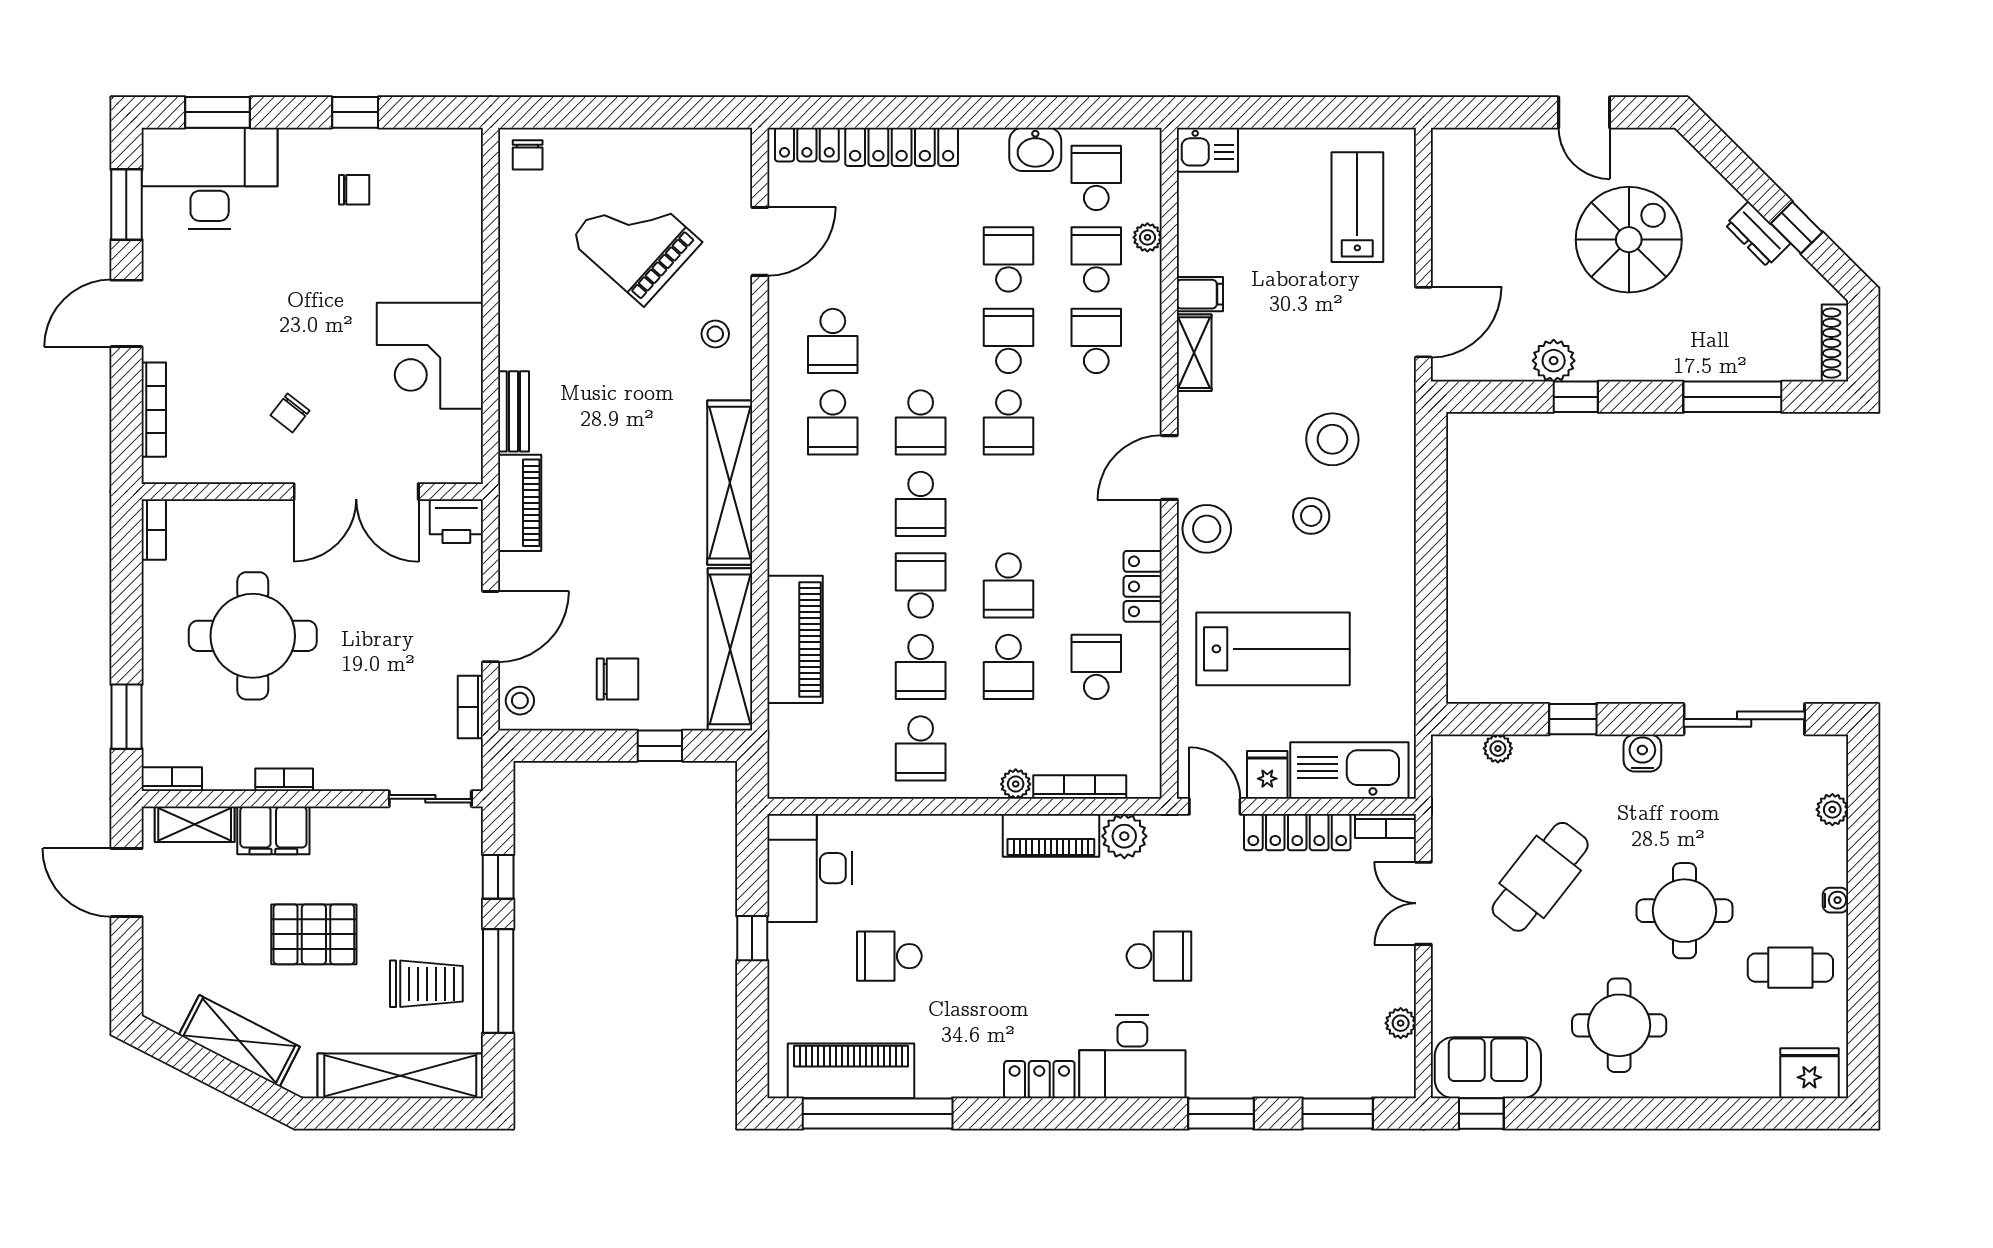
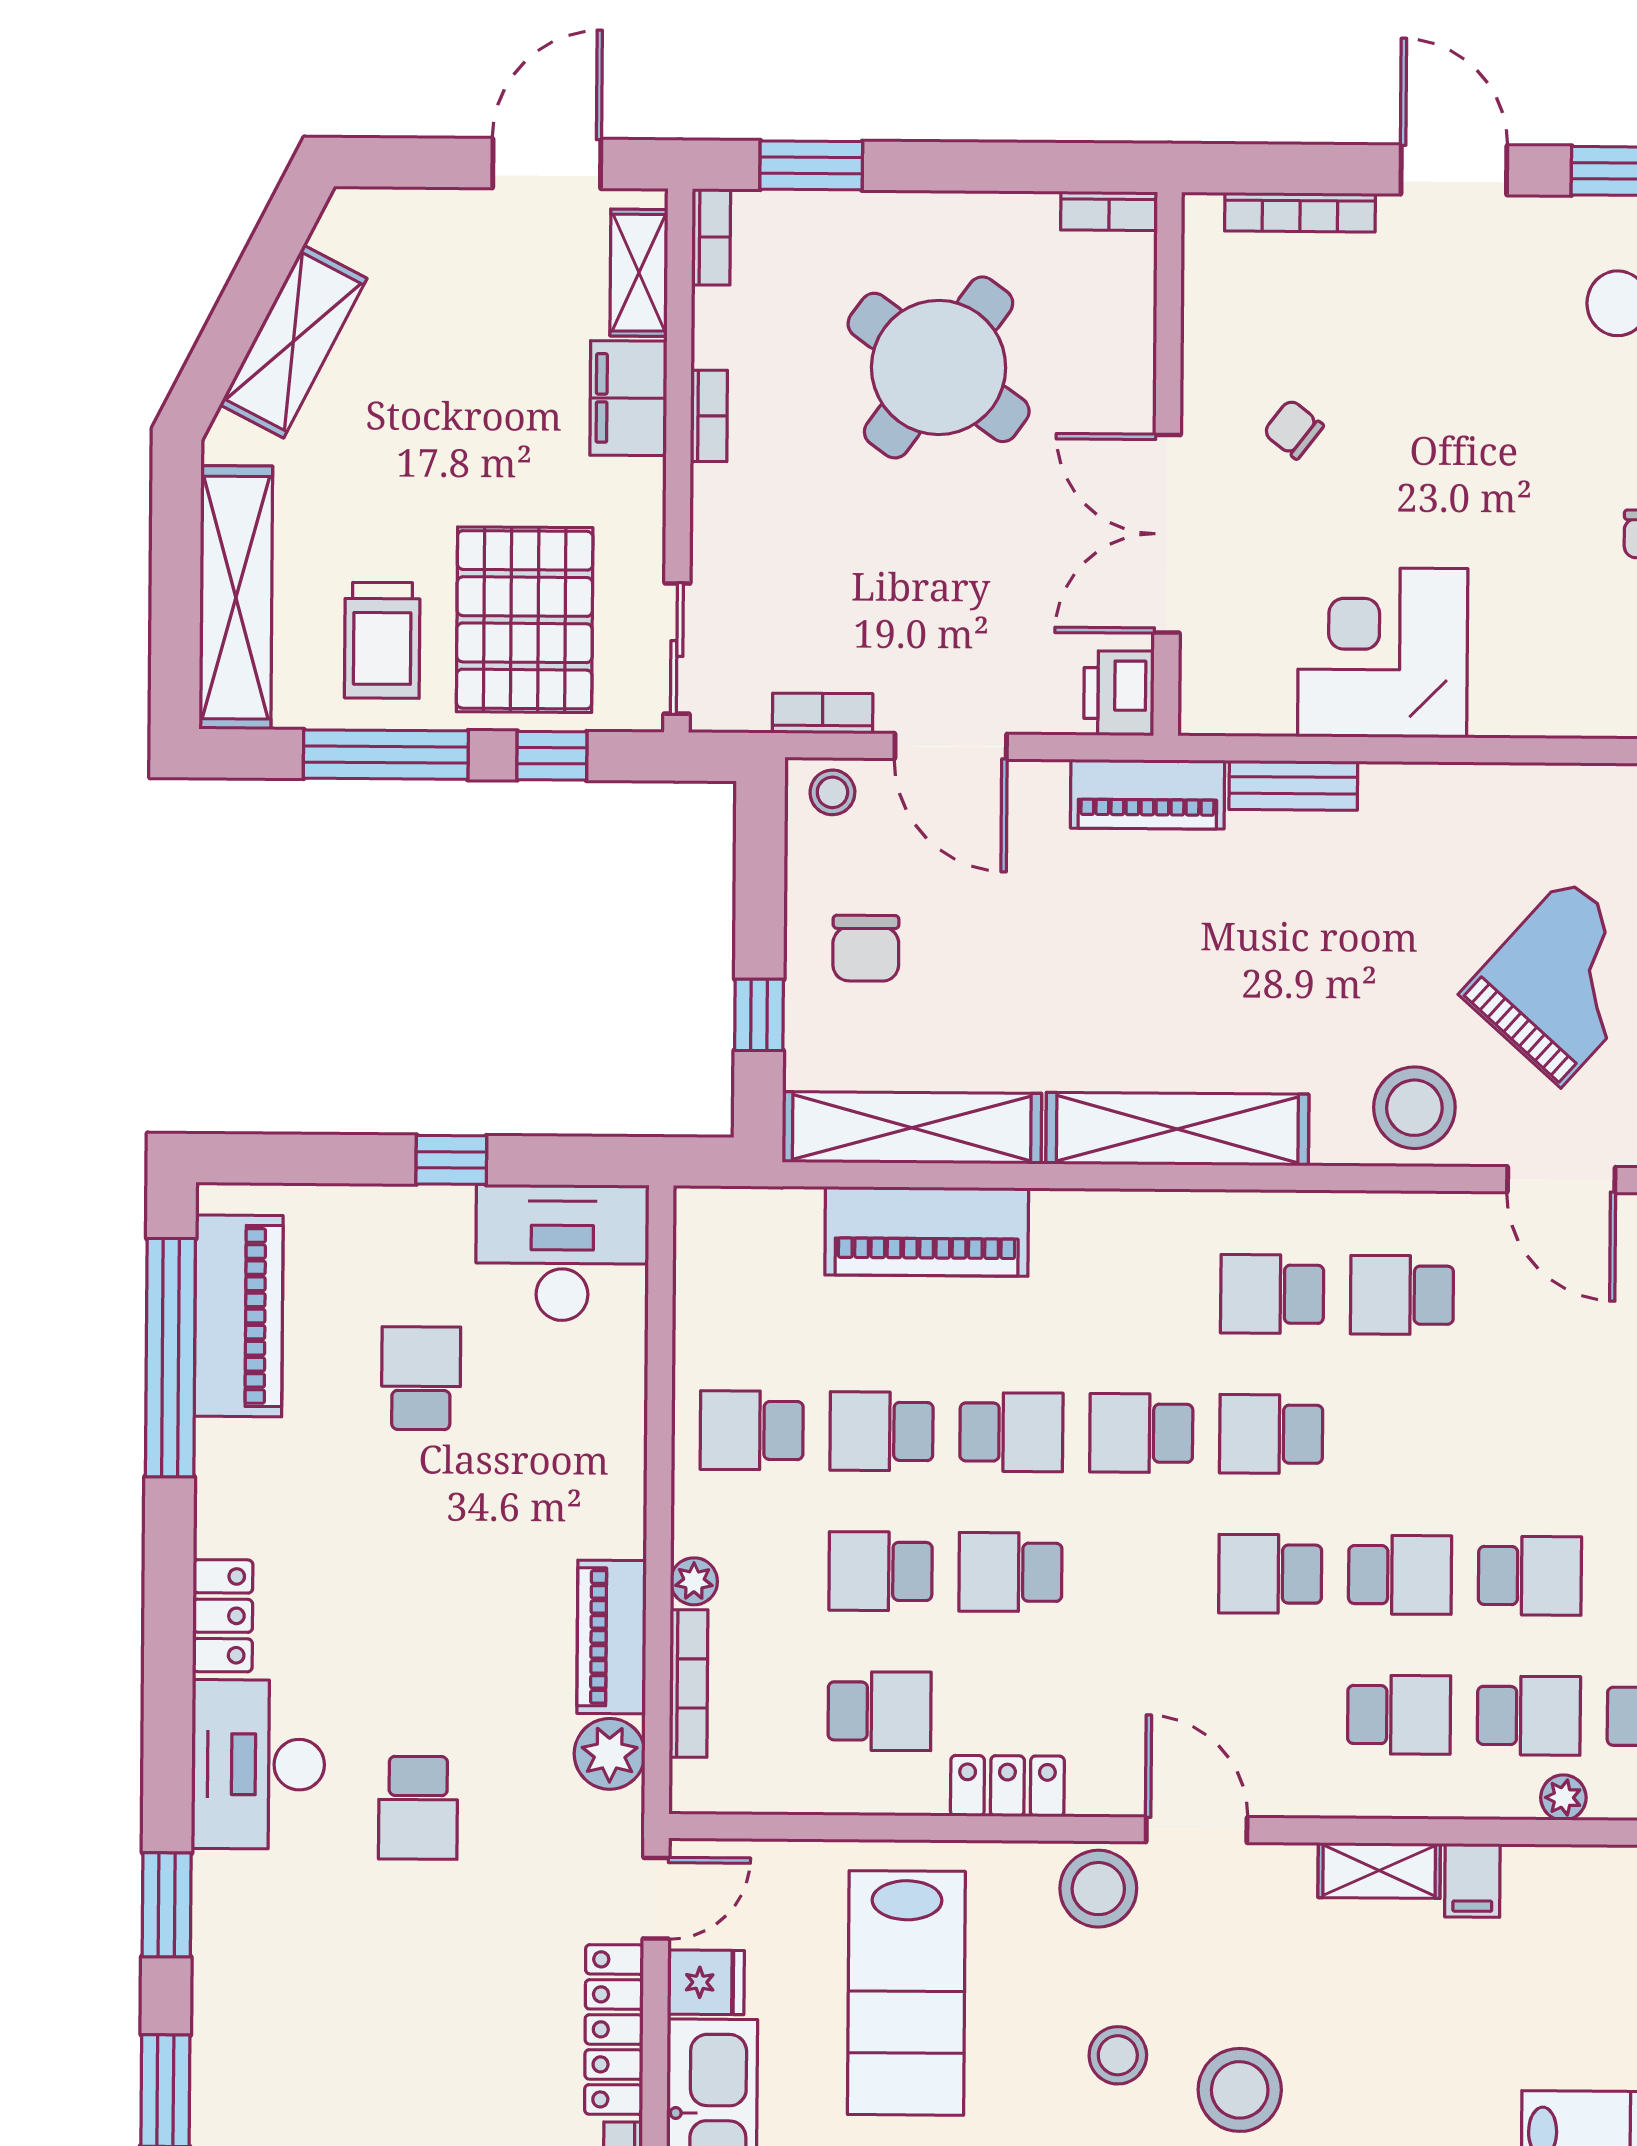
stool: (715, 334) -> (1414, 1108), width x1.89, depth x1.89
round table: (253, 636) -> (939, 367), turned 36
pallet: (314, 934) -> (525, 620), moved, width x1.37, depth x1.41

